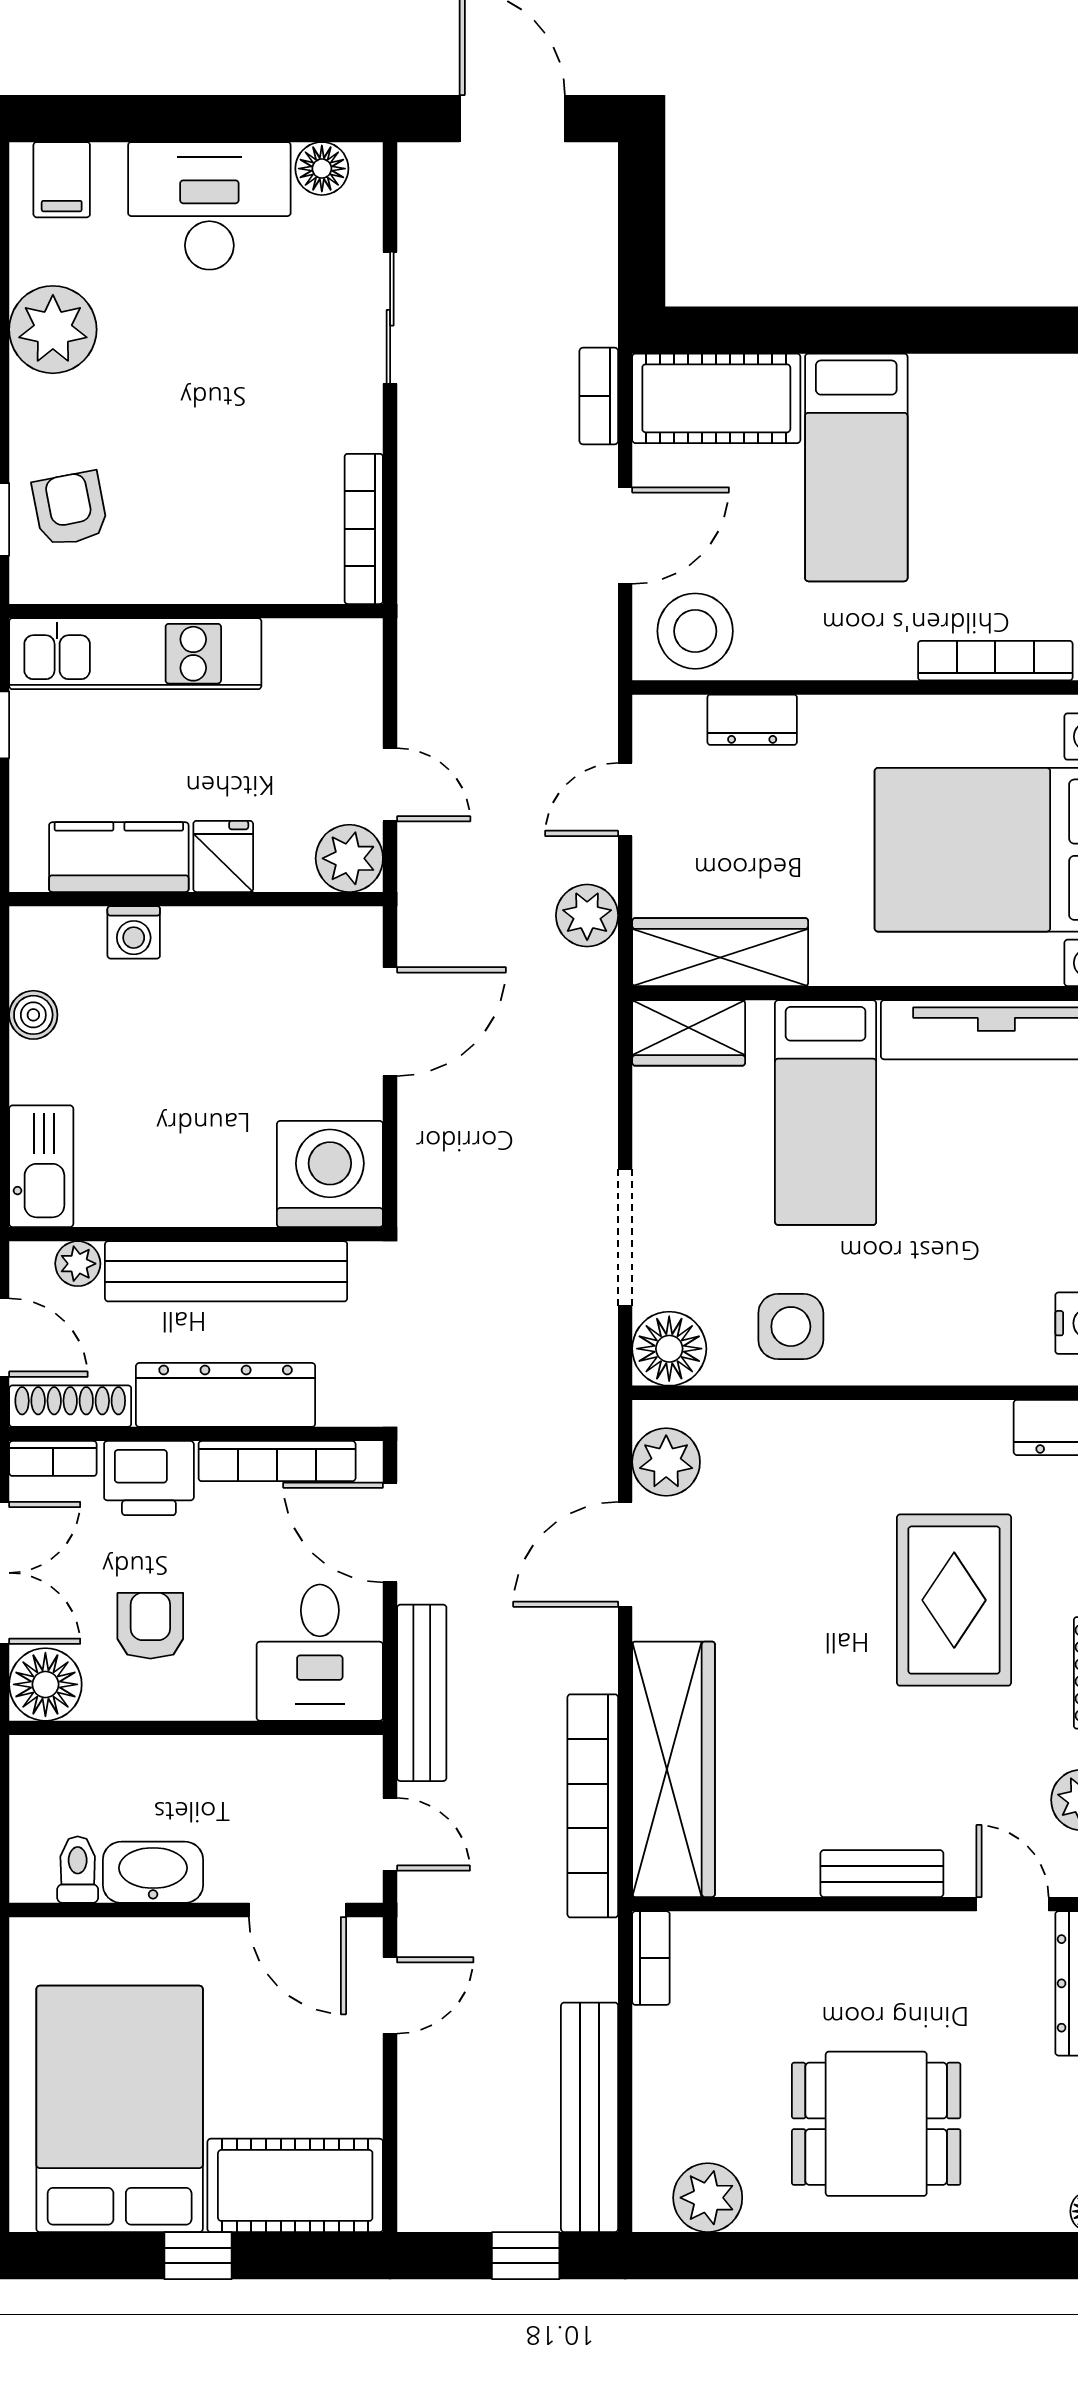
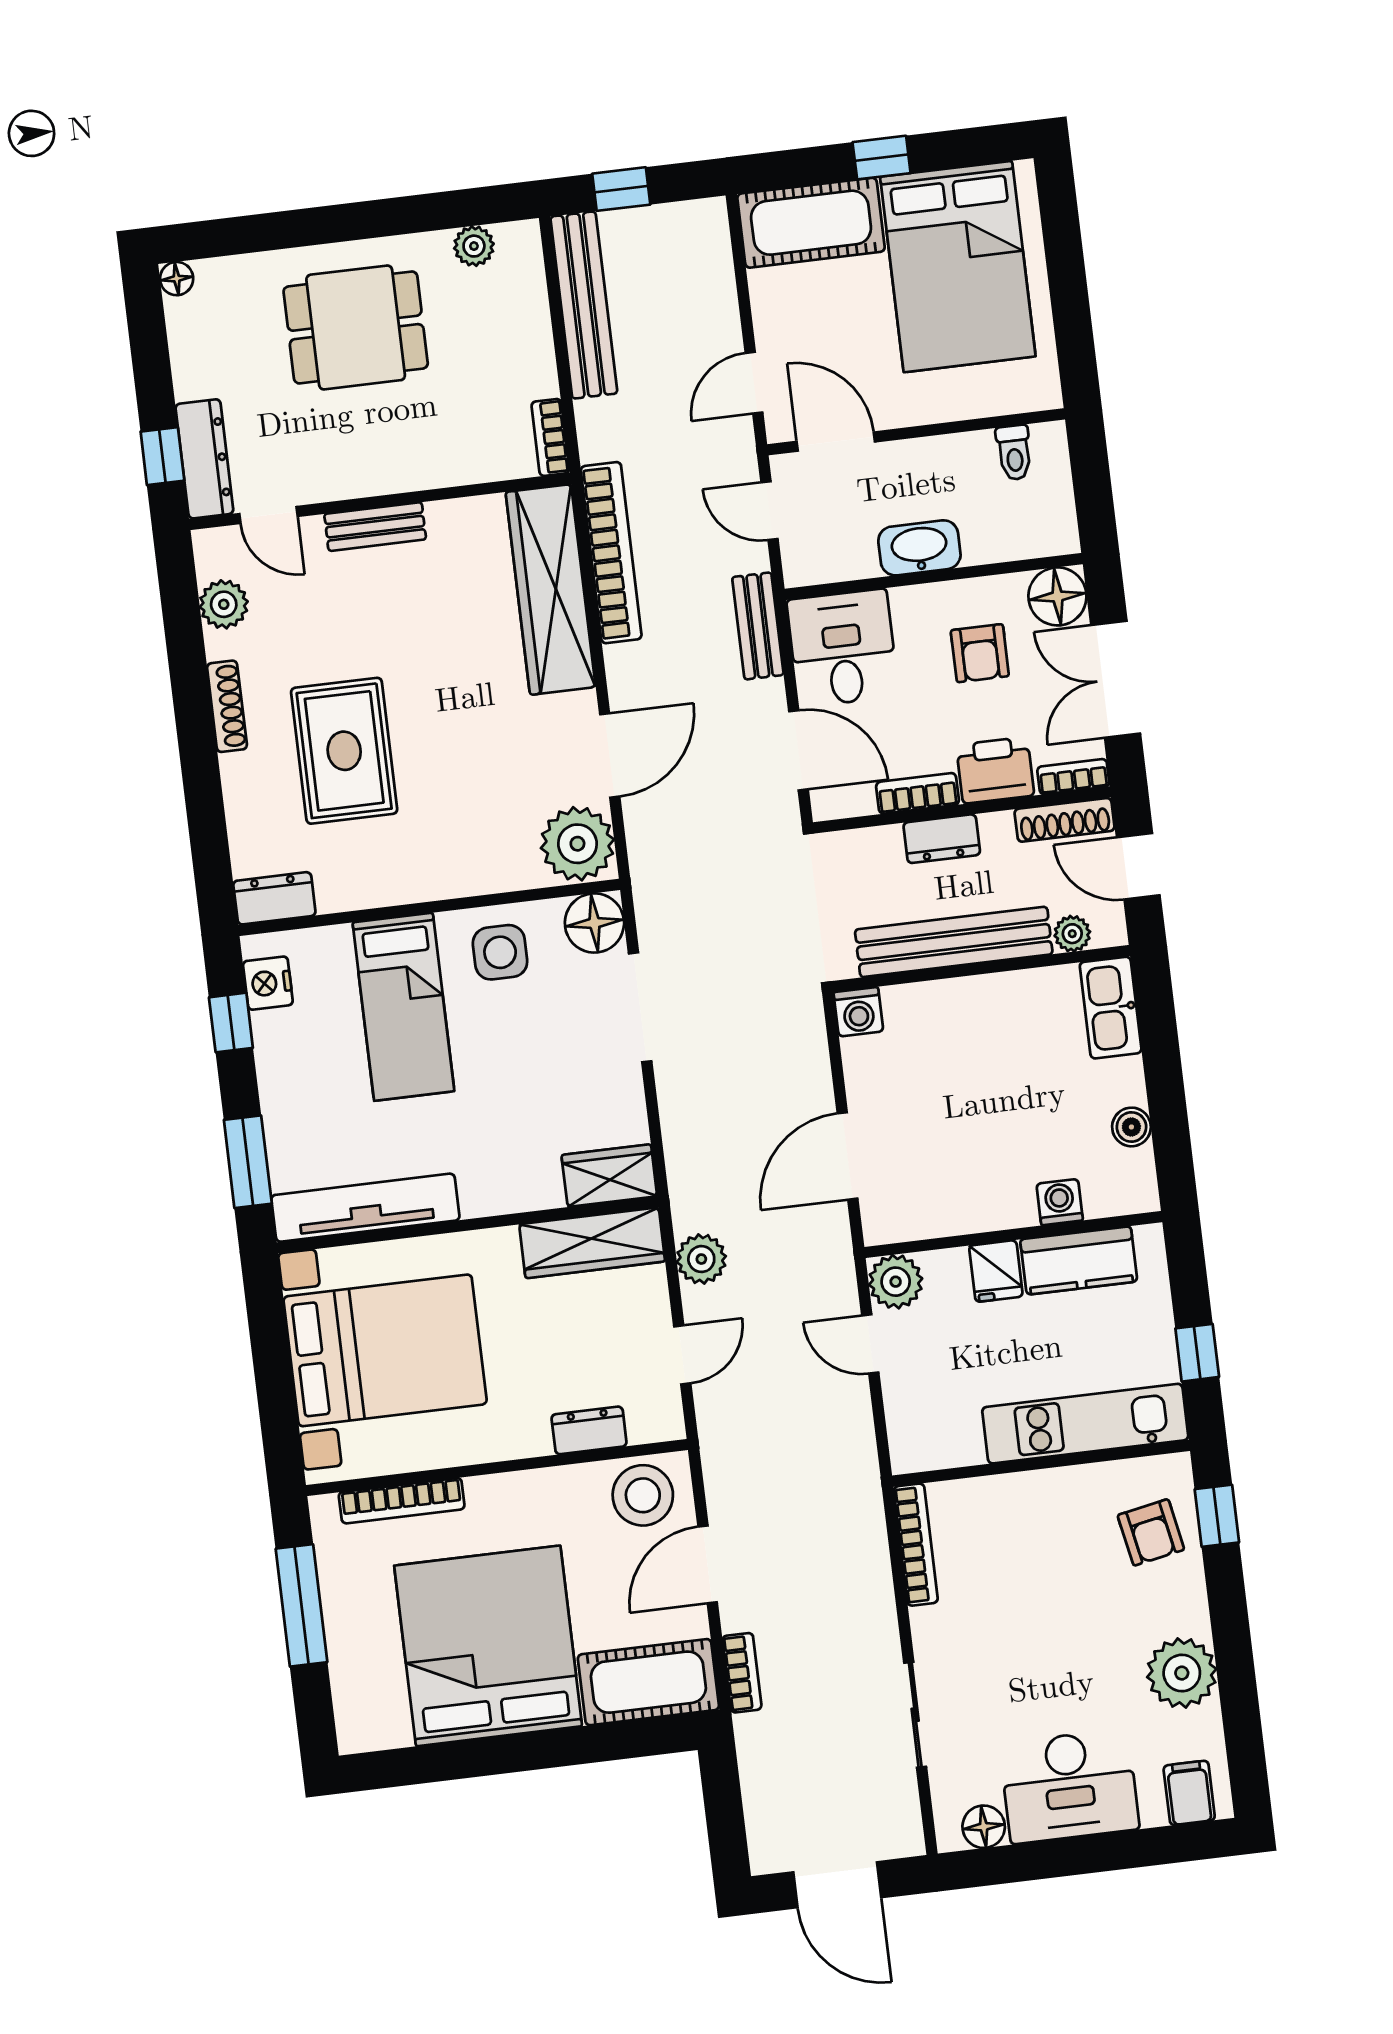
bed: (856, 467) -> (488, 1646), width x2.04
bed: (826, 1113) -> (403, 1007), moved, turned 180
washing machine: (330, 1174) -> (858, 1012), width x0.53, depth x0.53
dresser: (226, 1395) -> (942, 839), width x0.51, depth x0.80
bookcase: (277, 1461) -> (918, 793), width x0.64
plant: (666, 1462) -> (577, 844), width x1.36, depth x1.36
bench: (422, 1693) -> (758, 626), width x0.73
washbasin: (153, 1872) -> (919, 548), moved, turned 180
plant: (708, 2198) -> (474, 246), width x0.73, depth x0.73

